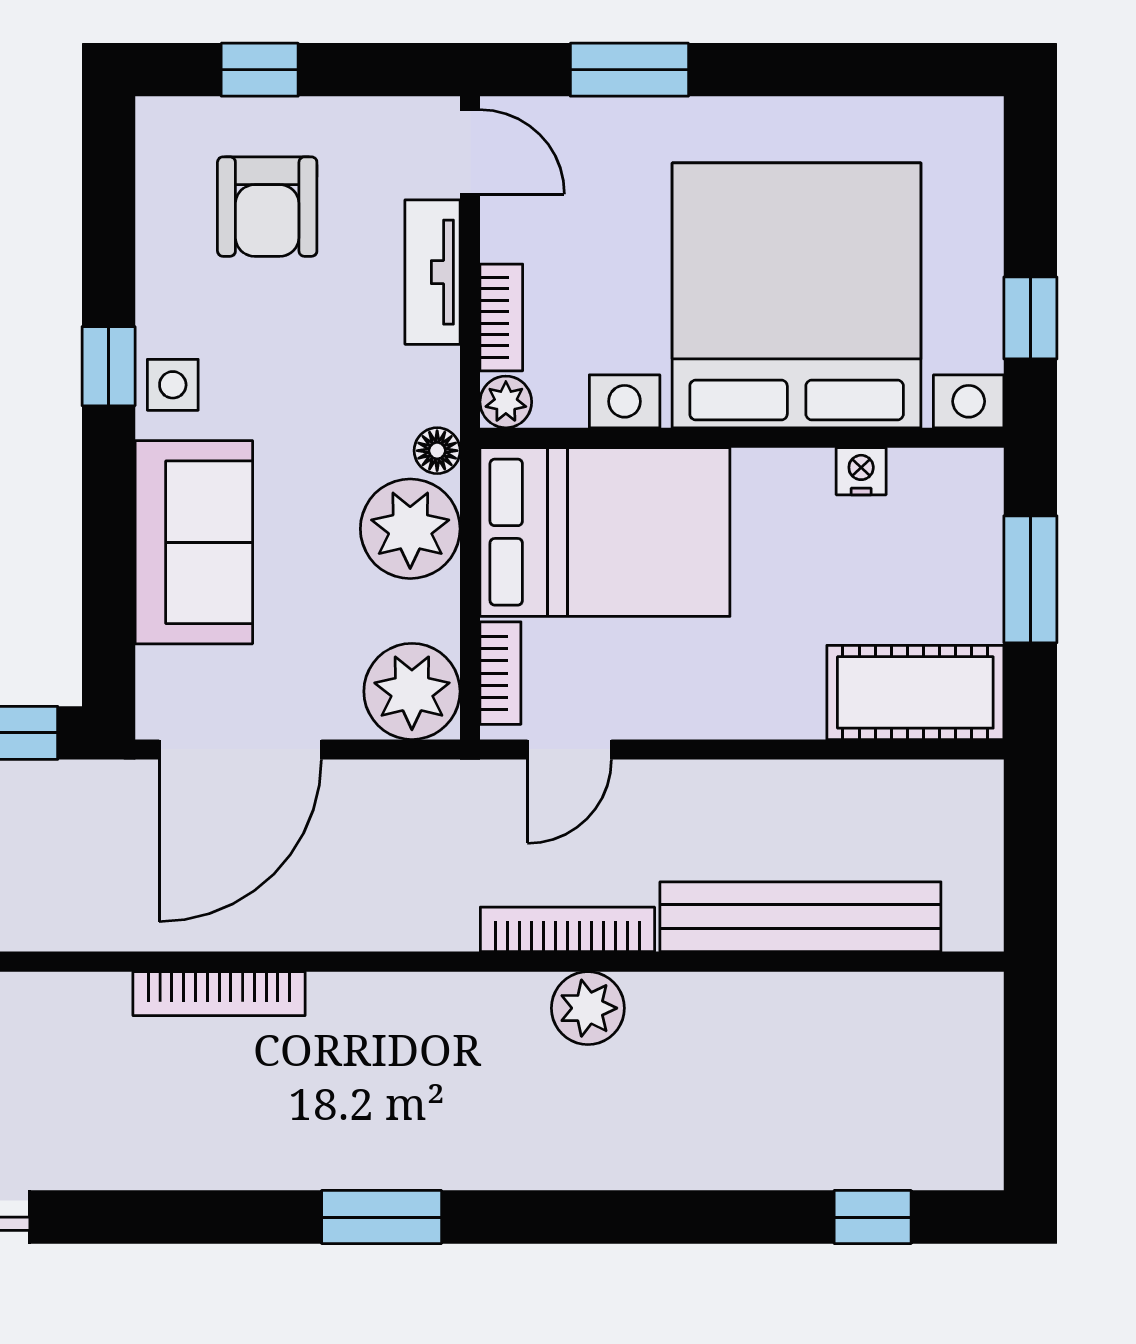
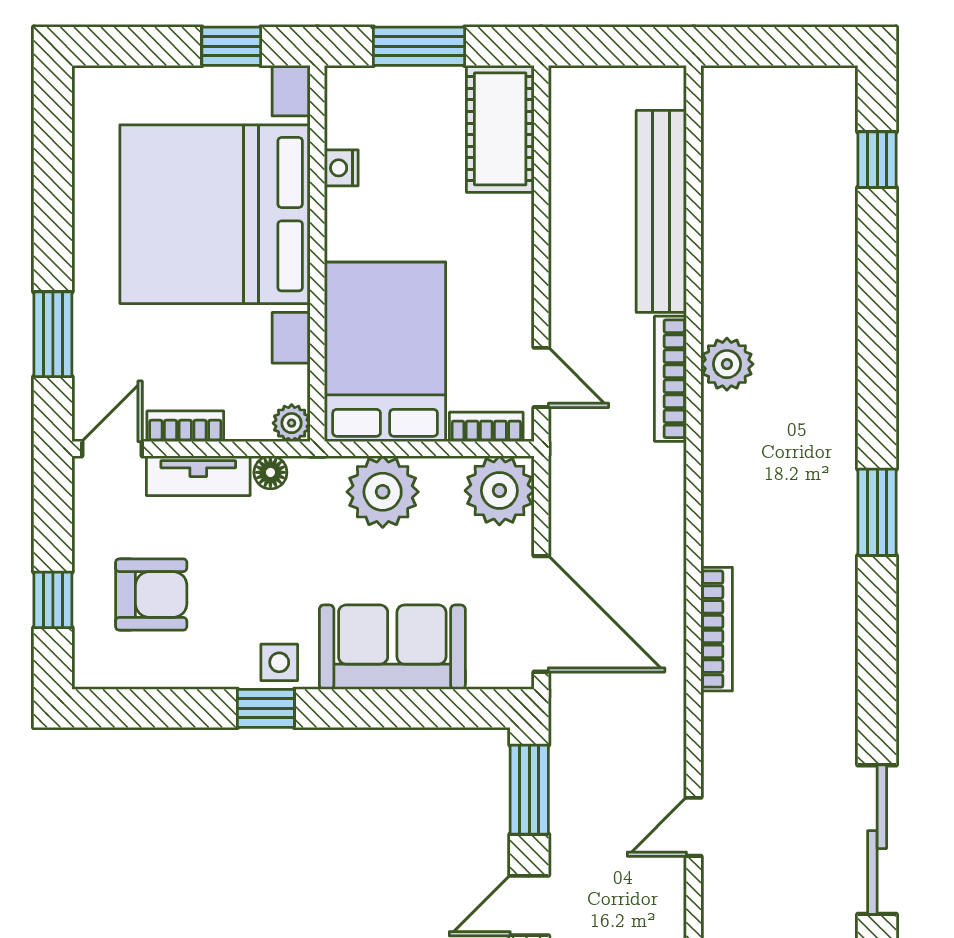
bookcase: (501, 317) -> (185, 426), moved
floor lamp: (437, 451) -> (270, 472), moved

